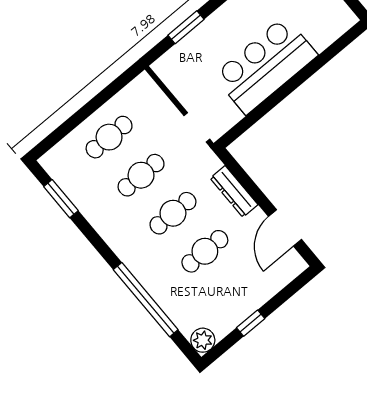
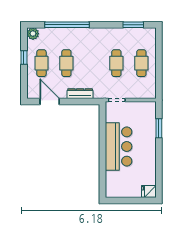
cafe table: (173, 213) -> (41, 63), moved

